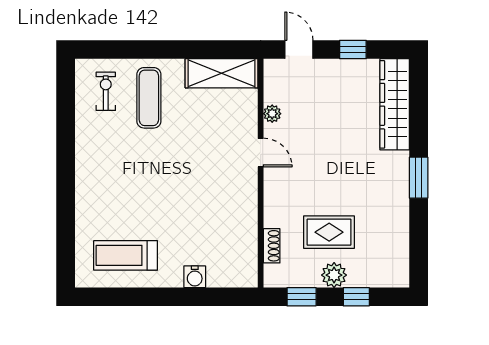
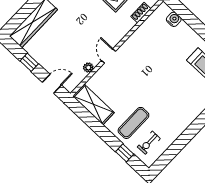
window: (124, 50) -> (125, 153), added
door: (299, 50) -> (52, 84), swing flipped
water cooler: (195, 277) -> (174, 19), moved

